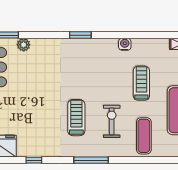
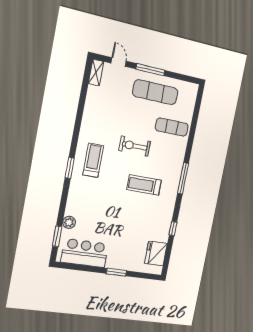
water cooler: (125, 44) -> (86, 128), removed
treadmill: (141, 83) -> (93, 160), moved, turned 90
exercise bike: (112, 121) -> (135, 146), moved

